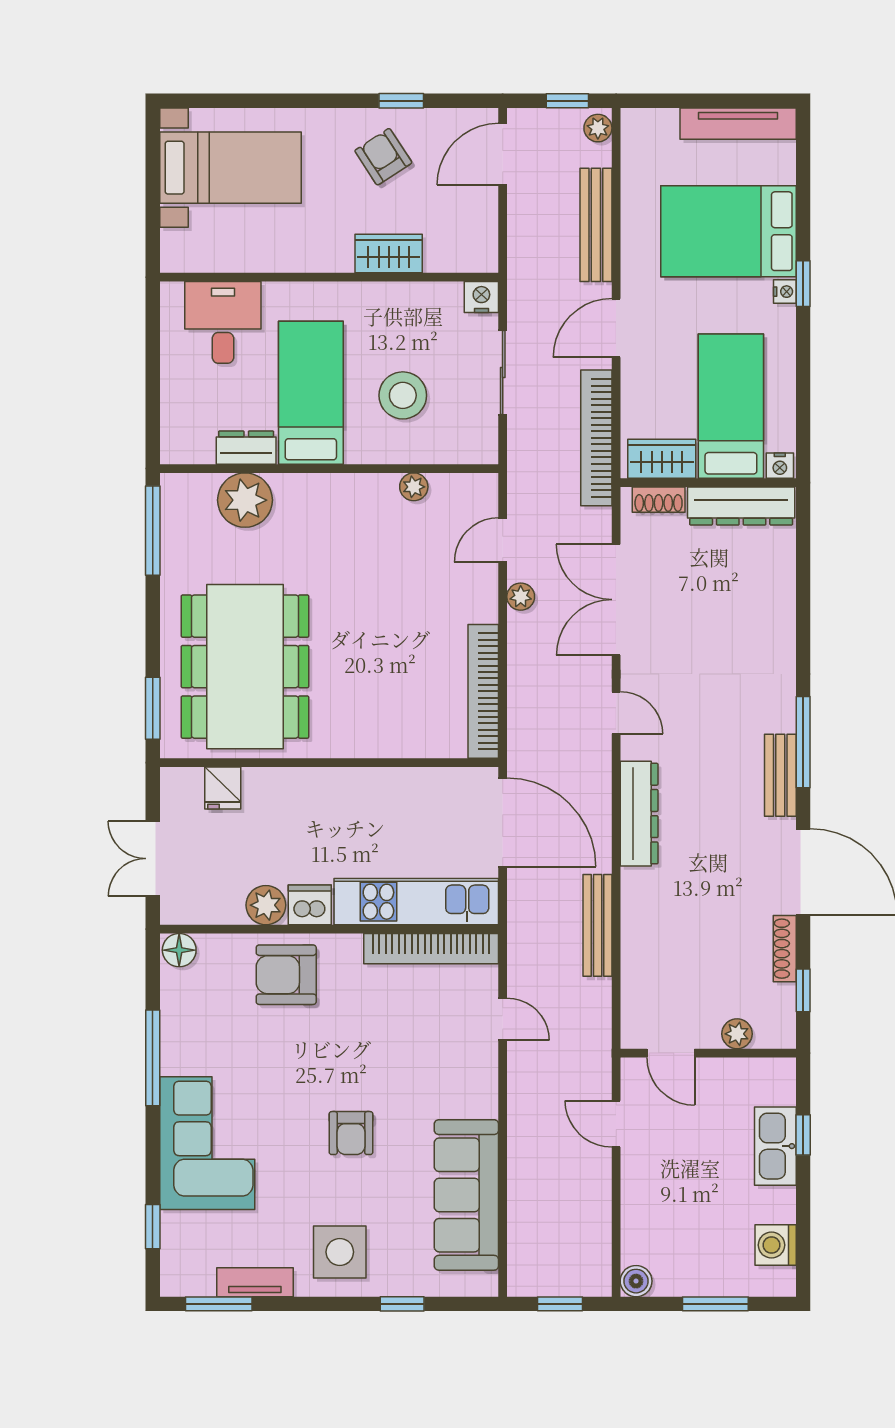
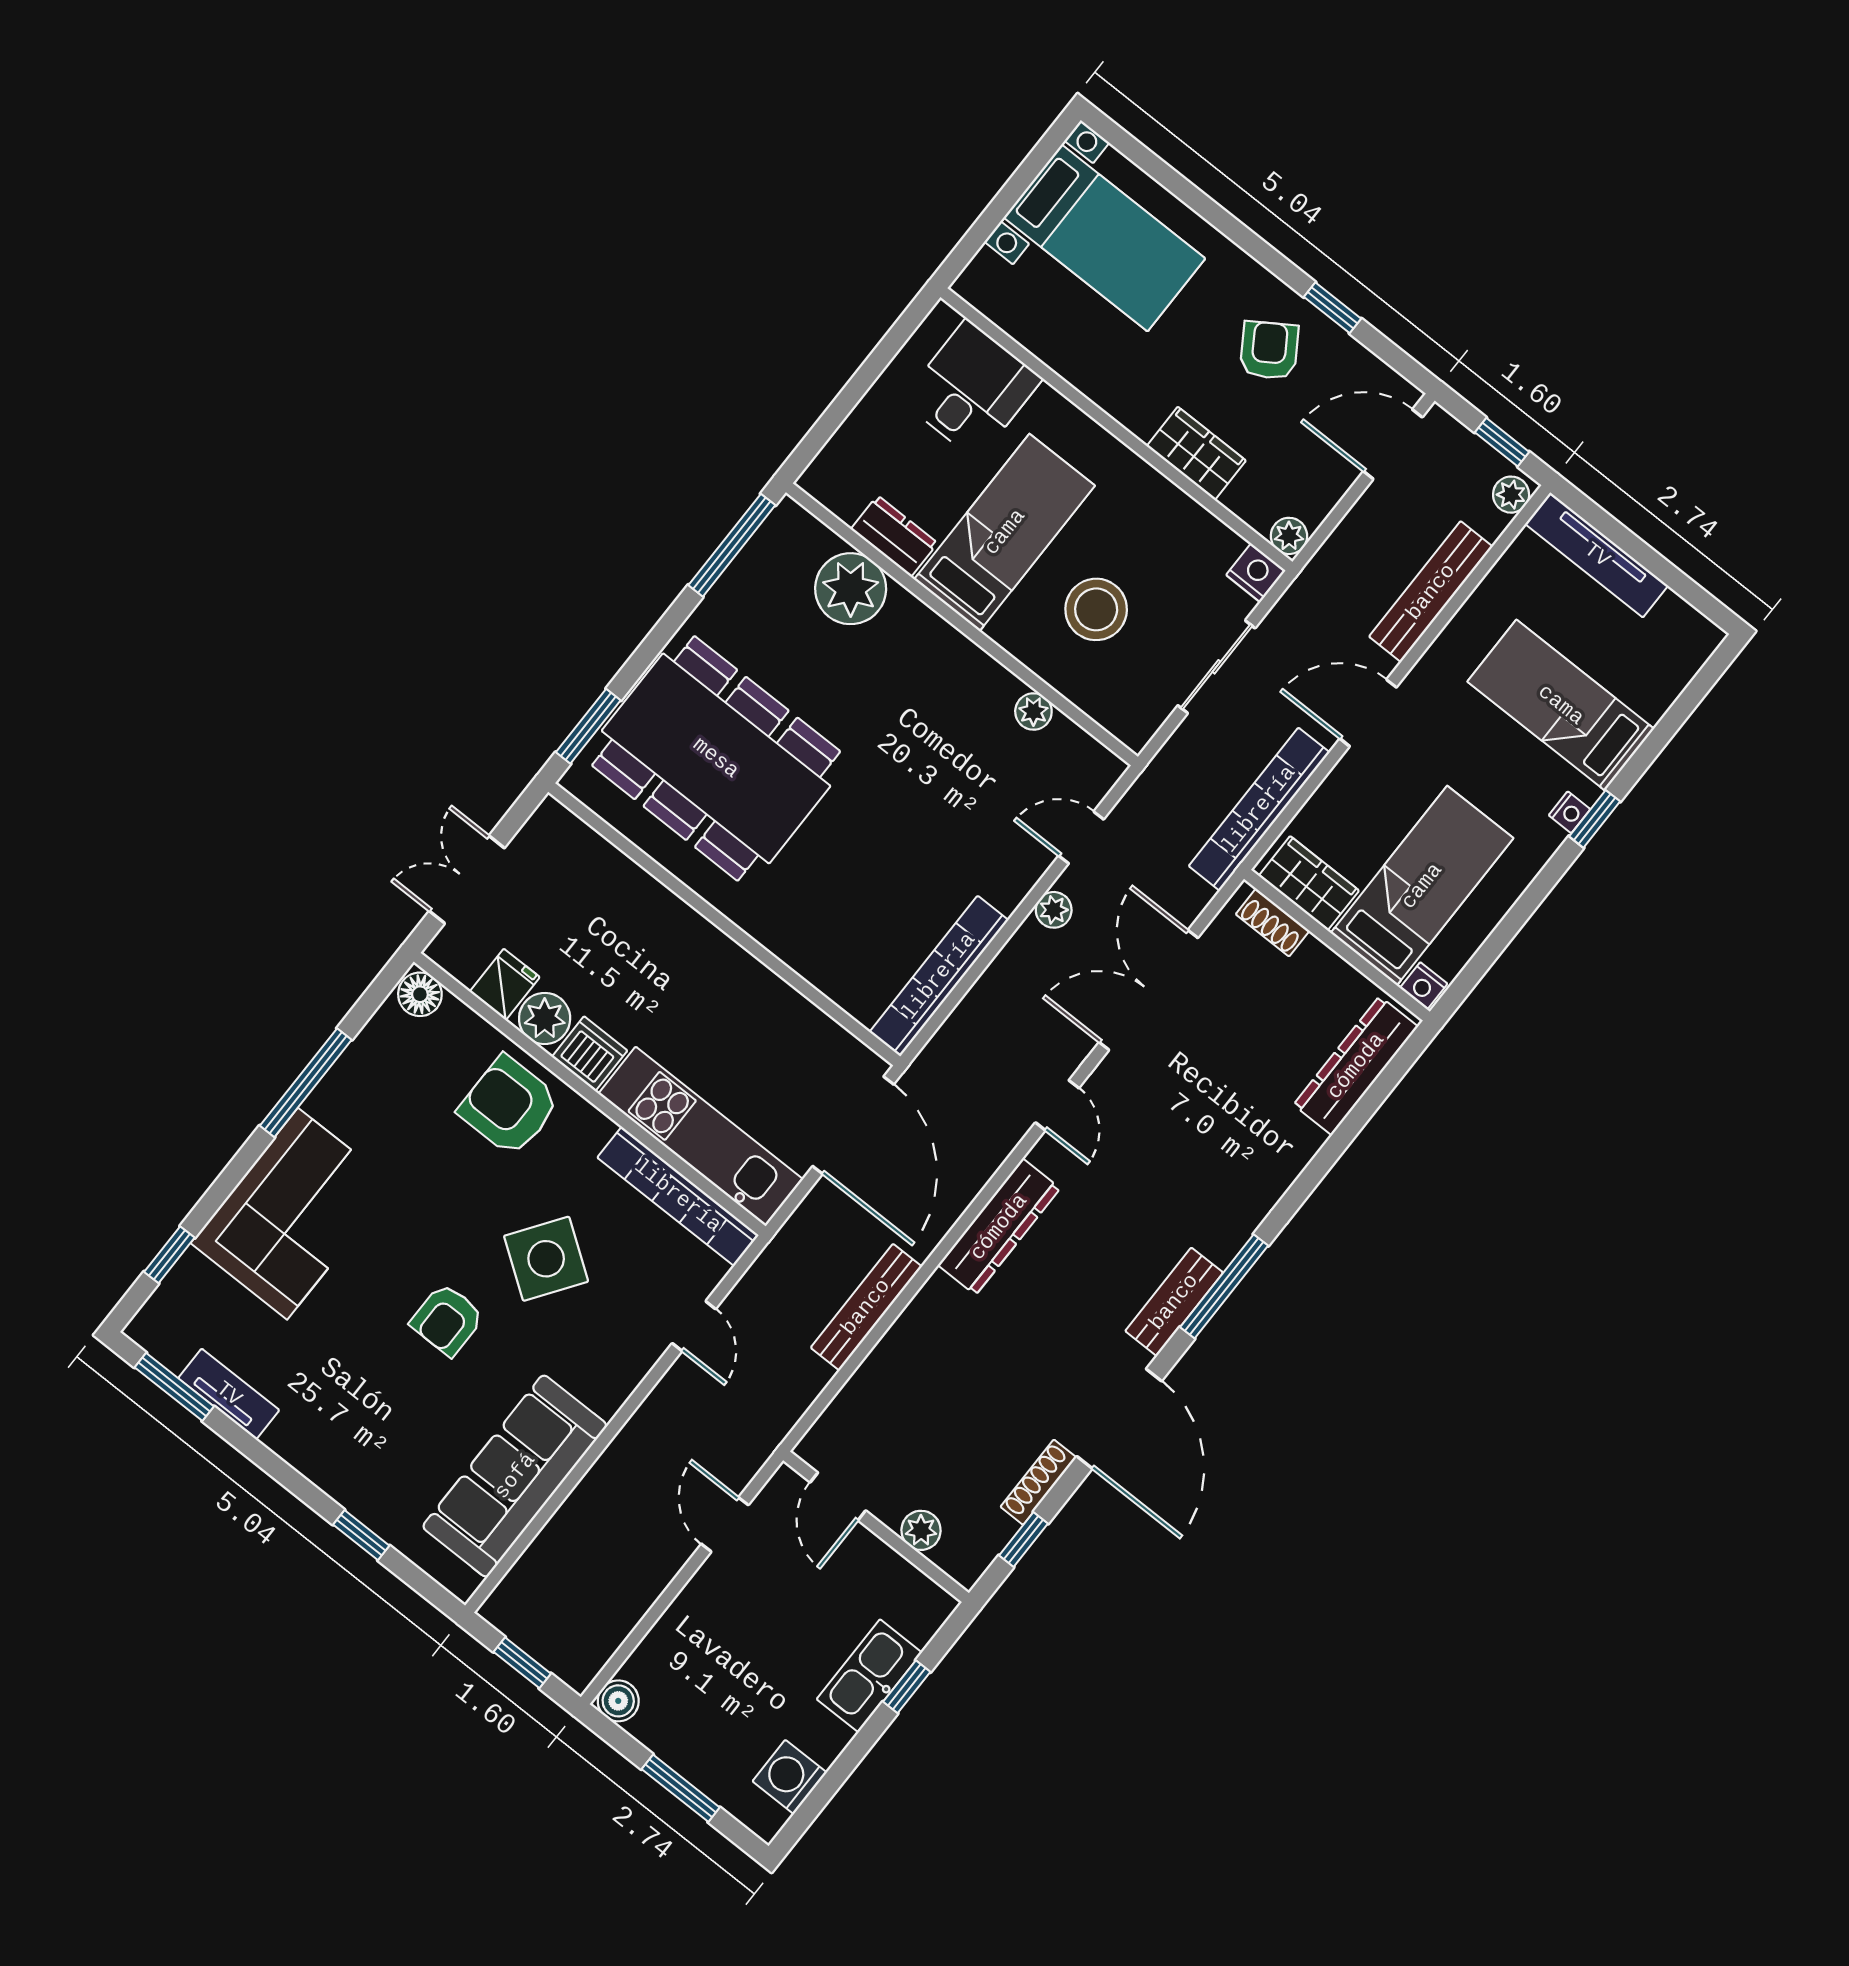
tv unit: (738, 124) -> (1597, 555), moved
bed: (728, 231) -> (1561, 705), width x0.67
plant: (484, 259) -> (1289, 536), added
dresser: (741, 506) -> (1356, 1066), moved, turned 90
dining table: (245, 667) -> (716, 758), turned 90
fridge: (223, 788) -> (505, 984), moved, turned 180
side table: (340, 1252) -> (546, 1259), moved, turned 35

